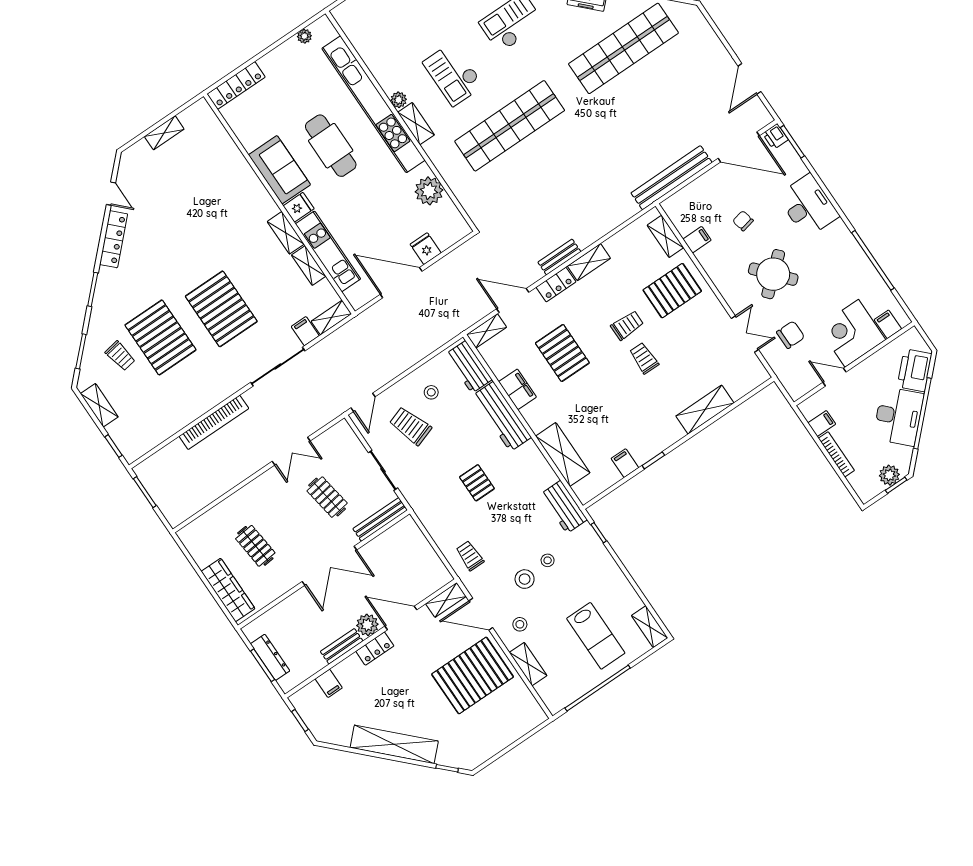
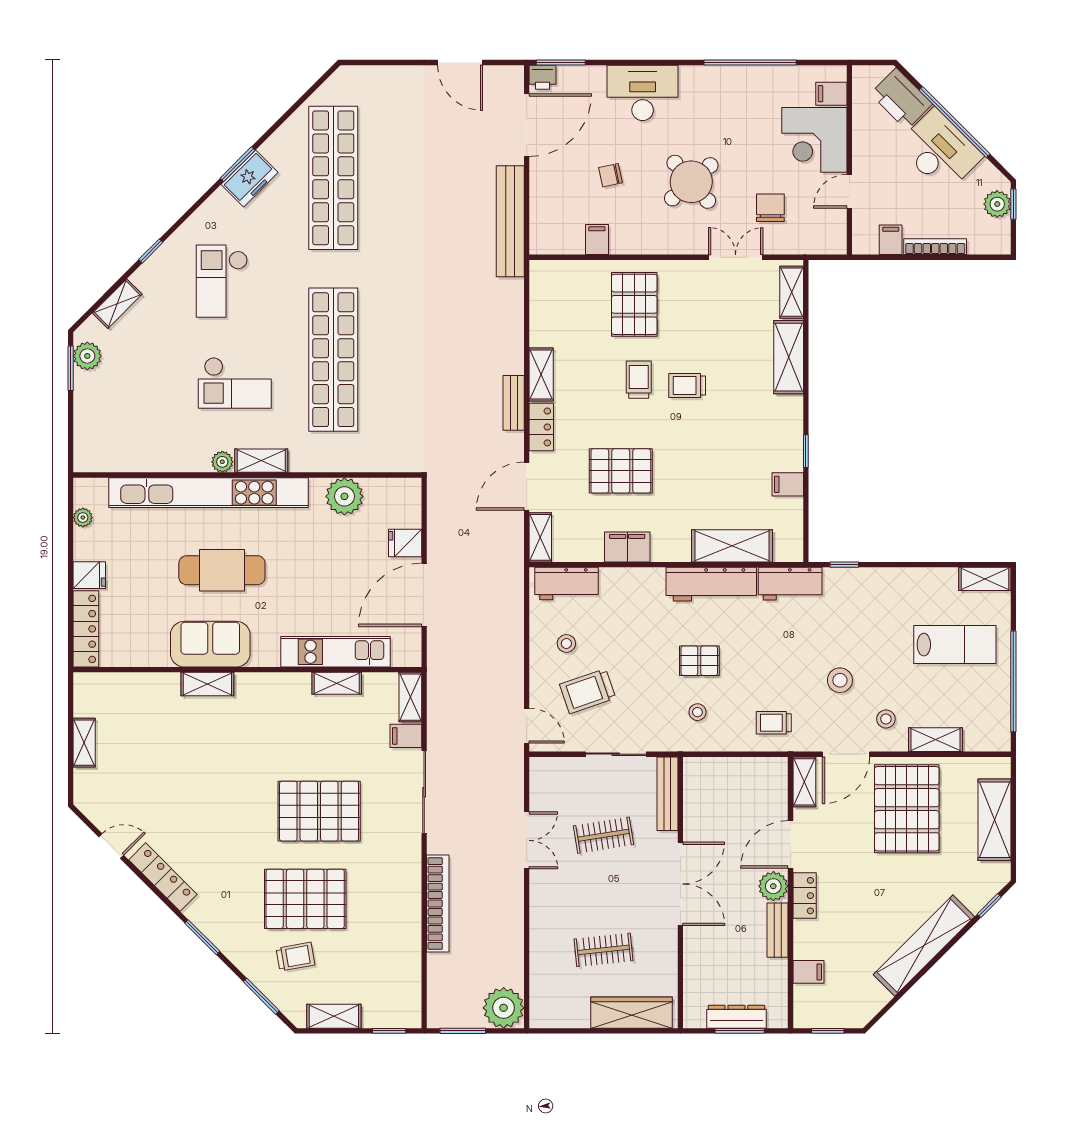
fridge: (299, 207) -> (89, 575), moved, turned 90
shelving: (286, 233) -> (207, 684), moved
shelving: (665, 236) -> (792, 292), moved, turned 90
workbench: (502, 416) -> (711, 584), moved
plant: (177, 508) -> (504, 1008), added
stool: (548, 560) -> (697, 712), moved
shelving: (503, 735) -> (994, 820), added

